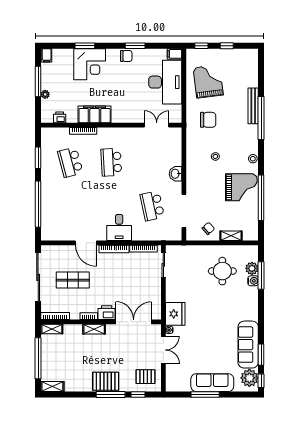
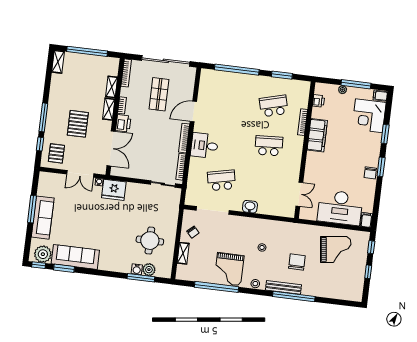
window: (135, 46) -> (381, 167), moved
corner desk: (90, 64) -> (369, 116), moved
bench: (253, 106) -> (283, 287), moved
chair: (208, 120) -> (297, 262), moved, turned 180
shelving: (52, 329) -> (112, 87), moved
pallet: (106, 381) -> (78, 124), moved

